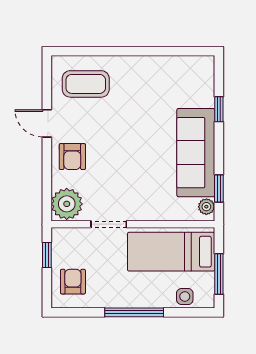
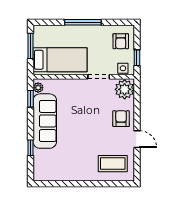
side table: (185, 296) -> (123, 68), moved

